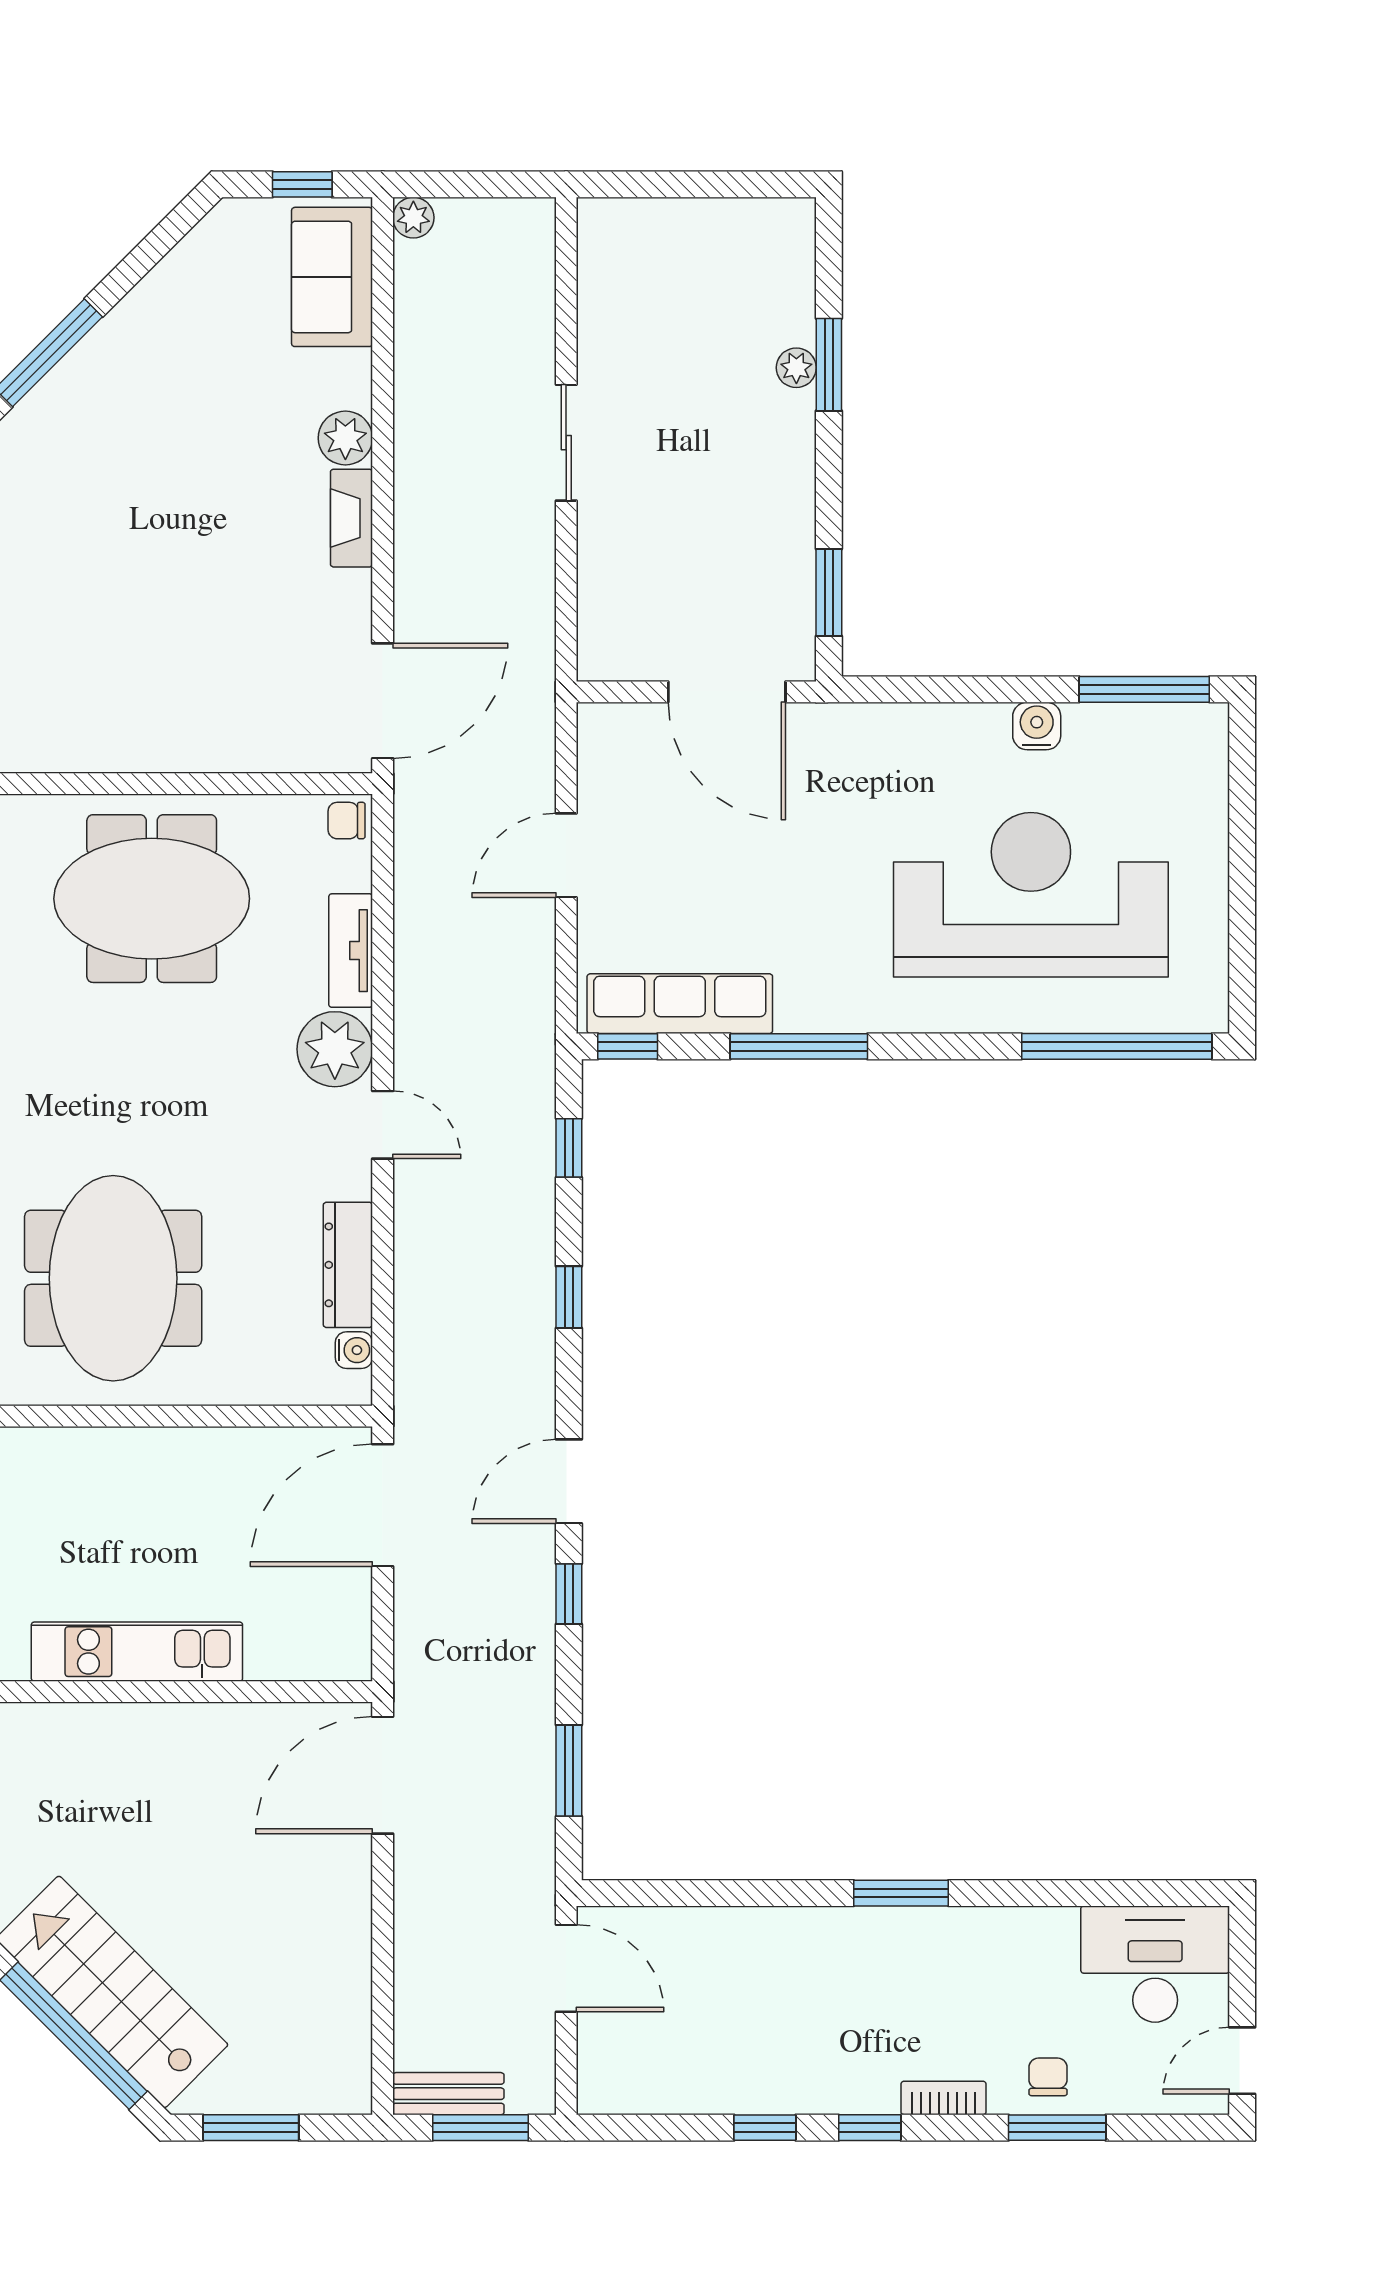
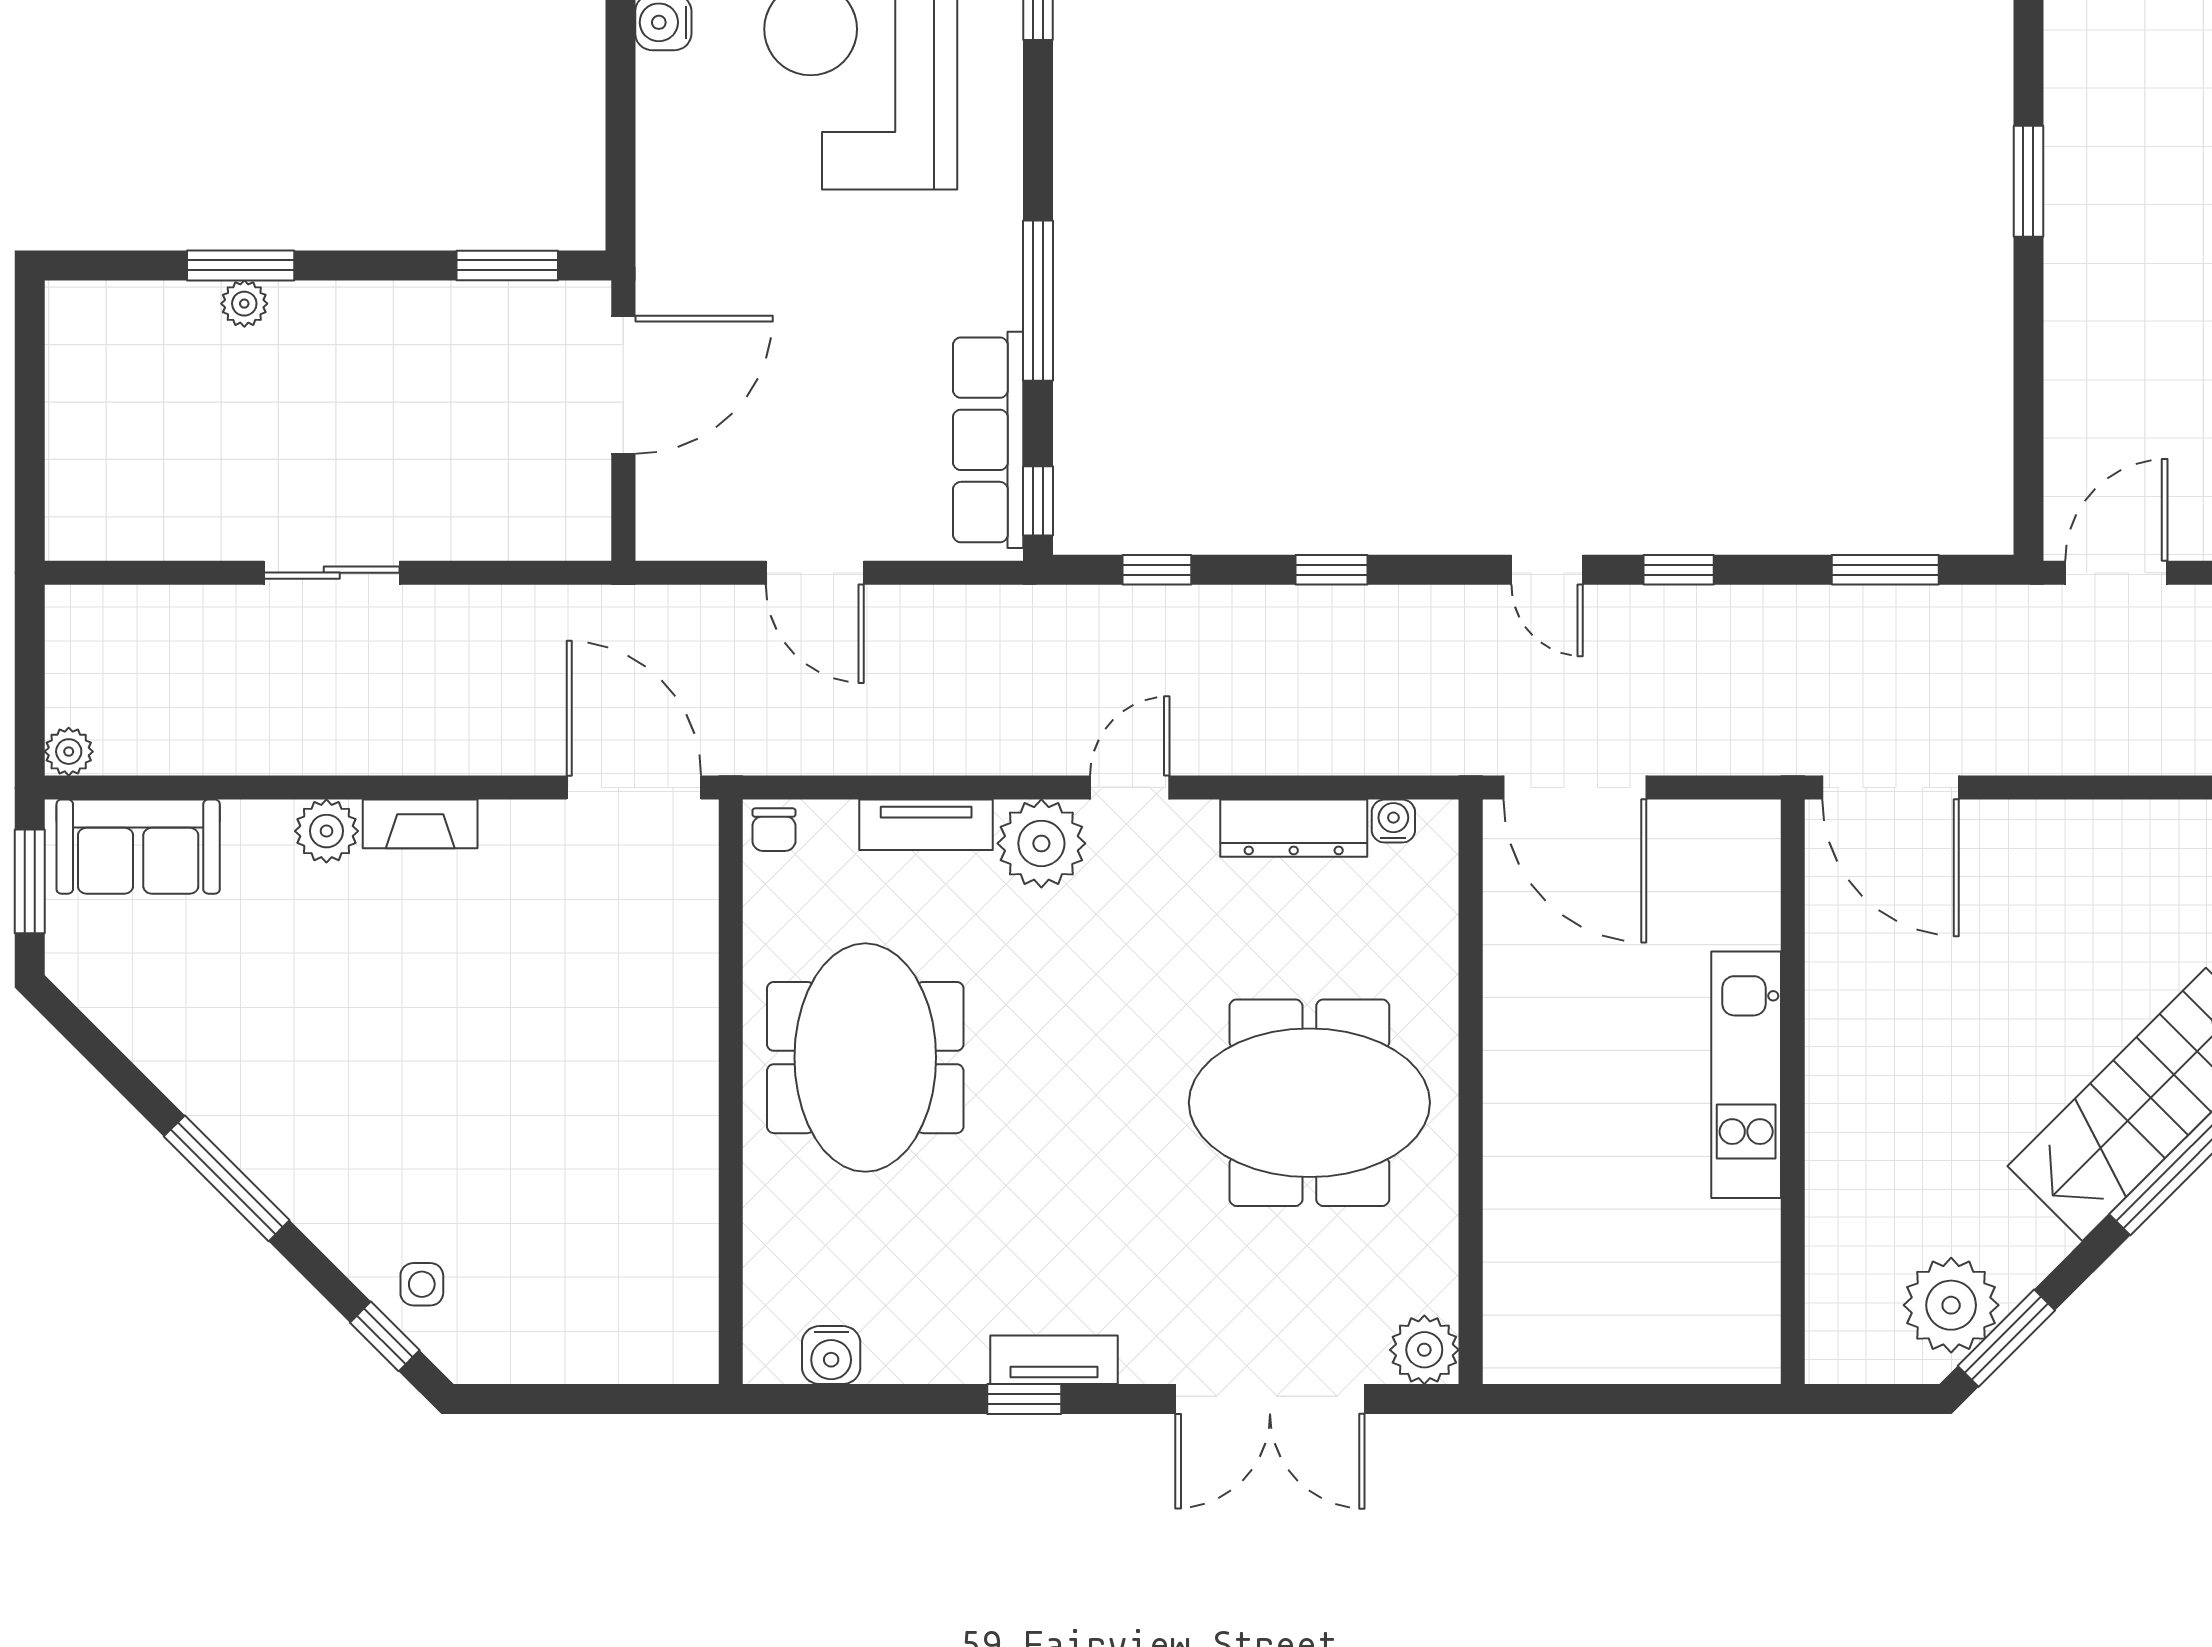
window: (302, 184) -> (30, 881), width x1.50
door: (569, 1481) -> (1547, 570), width x0.73

